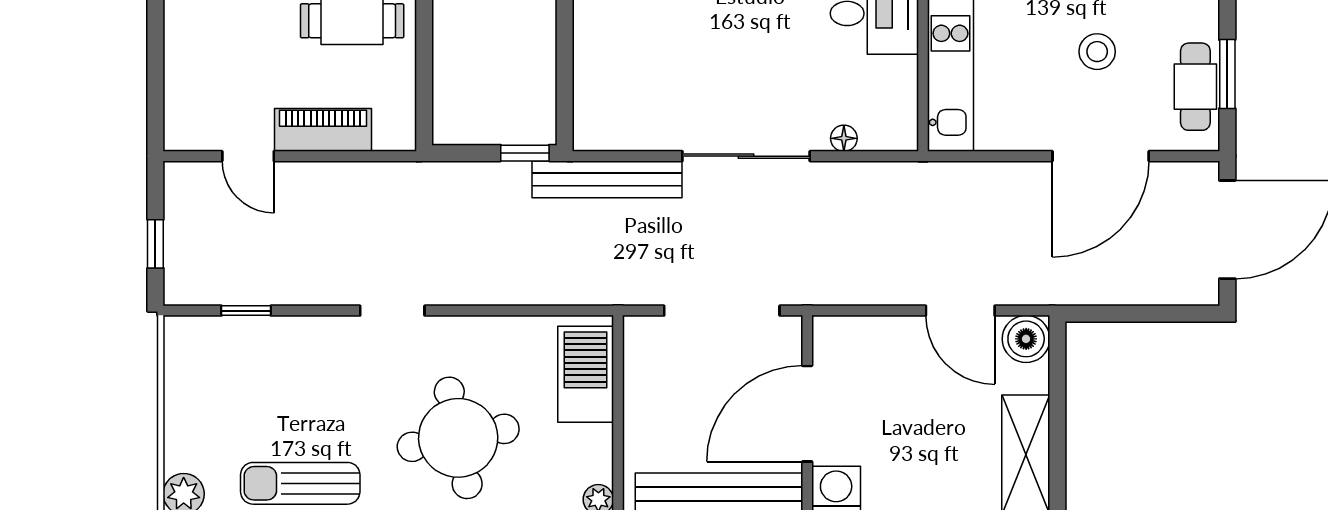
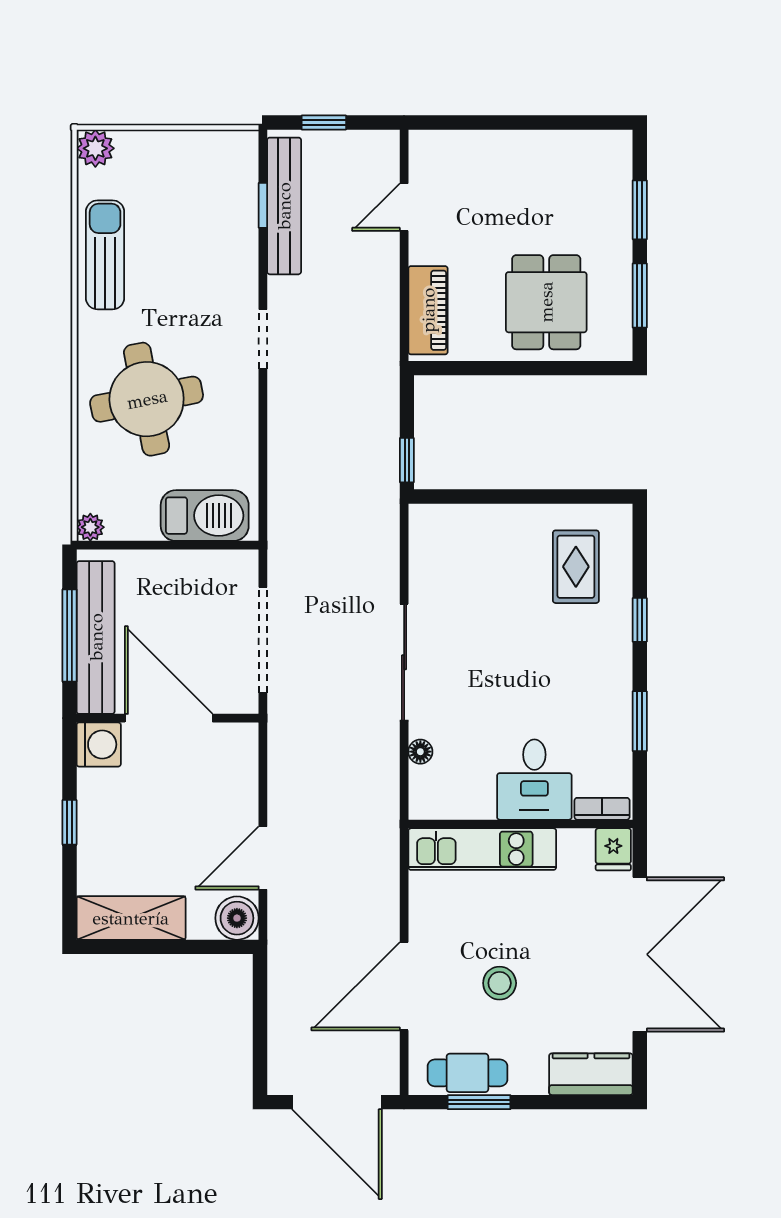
piano: (323, 130) -> (428, 310), moved
door: (1101, 156) -> (404, 986), hinge flipped
bench: (607, 179) -> (284, 206), moved

